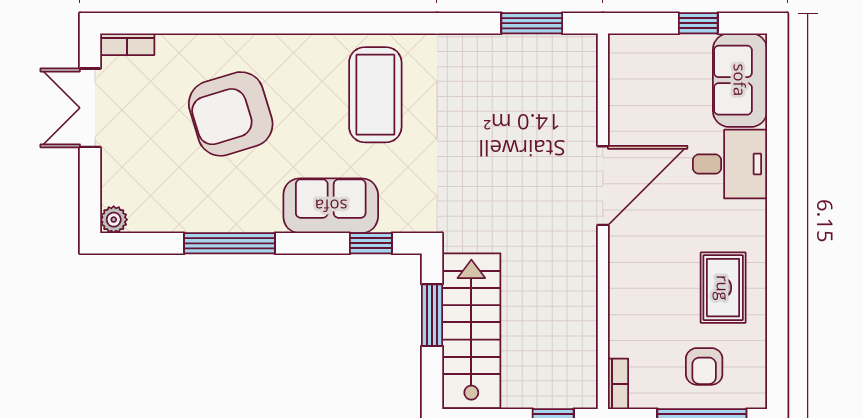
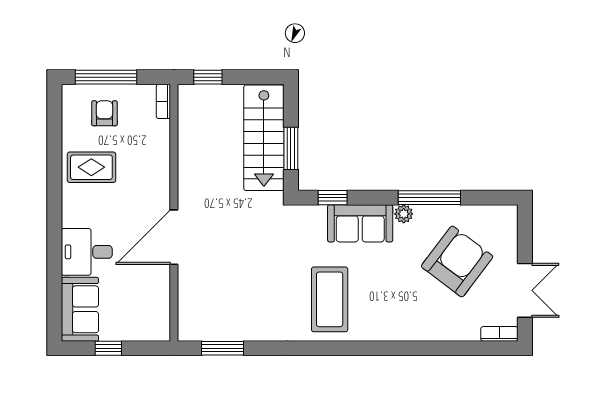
armchair: (231, 114) -> (457, 261), moved, turned -36
plant: (114, 220) -> (404, 214), moved
rug: (723, 288) -> (91, 167), turned 90

